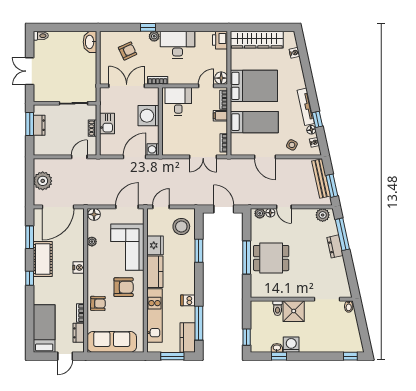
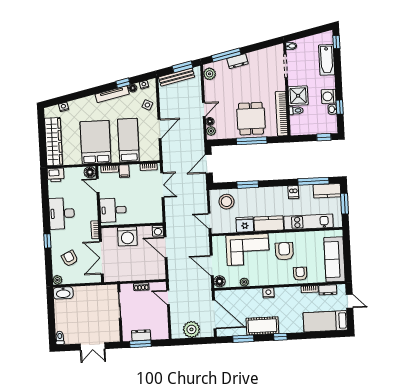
plant: (154, 36) -> (57, 280), moved
kitchen sink: (107, 123) -> (136, 274), removed
door: (127, 207) -> (212, 266), moved
bookcase: (275, 292) -> (282, 114), added
bathtub: (331, 344) -> (327, 60), added

